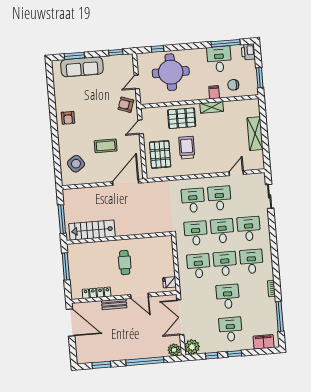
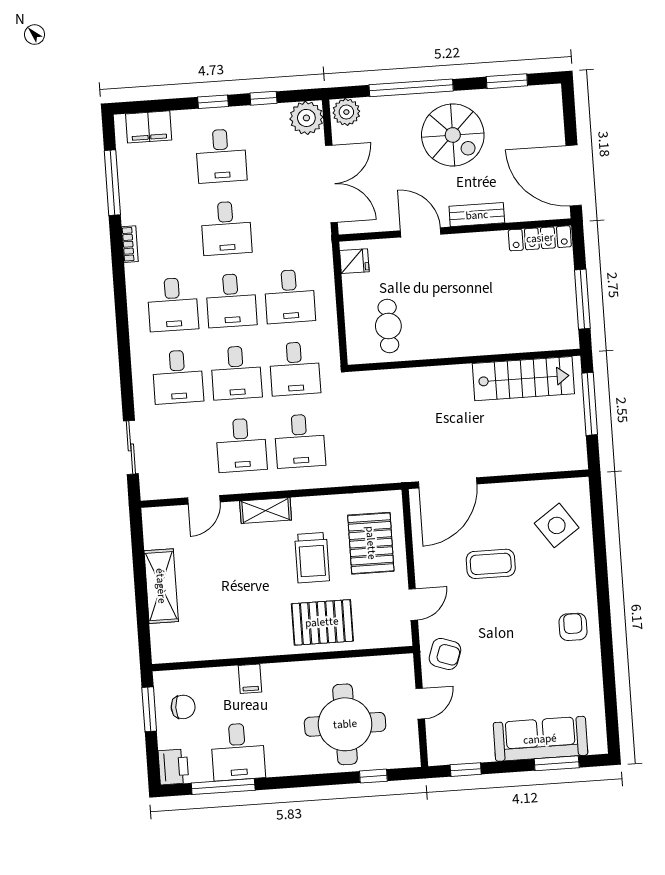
chair: (233, 85) -> (183, 707), moved
shelving: (212, 107) -> (266, 510), moved
cafe table: (125, 263) -> (388, 326), moved
locker: (97, 293) -> (540, 238), moved
spiral stairs: (126, 340) -> (453, 135), added

